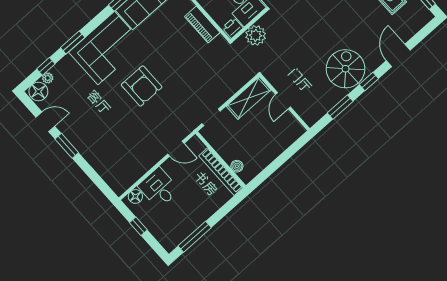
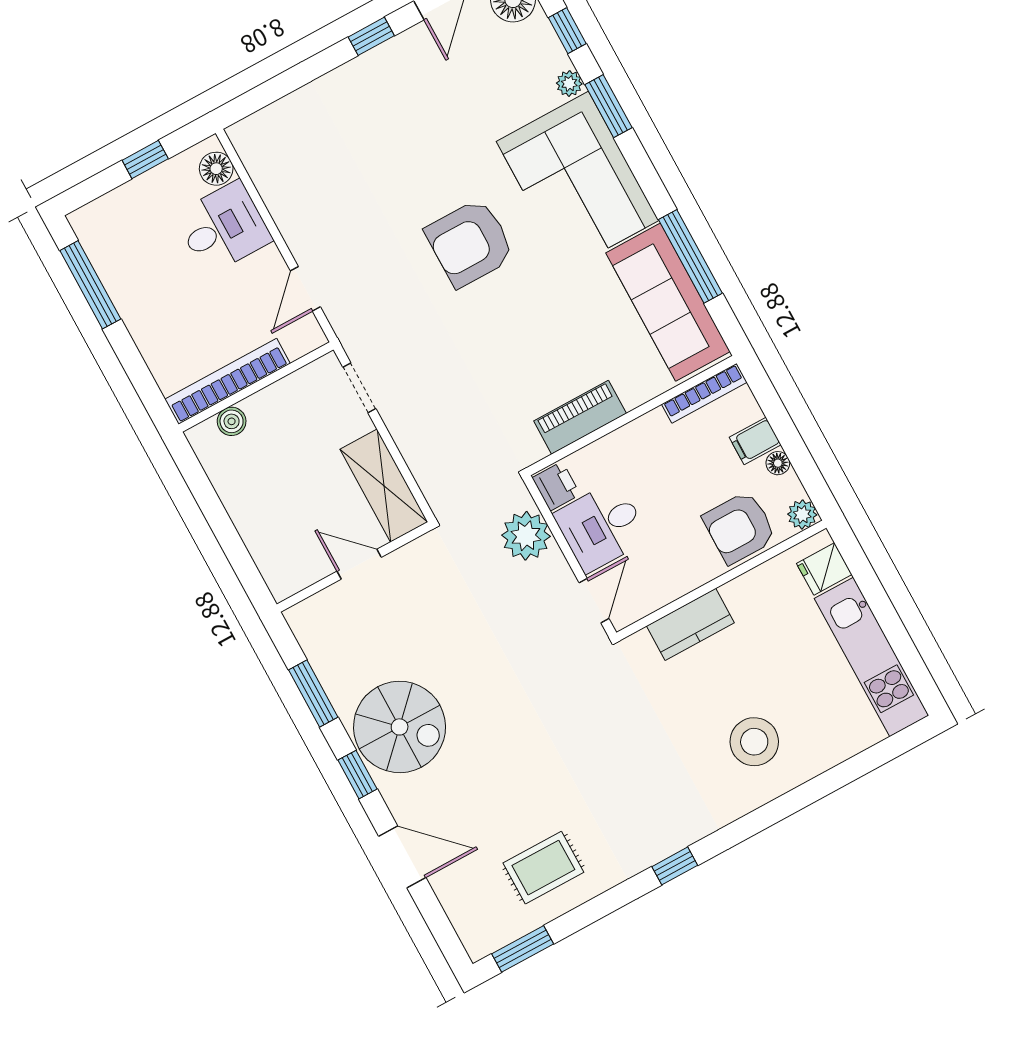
plant: (48, 78) -> (569, 83), moved
window: (67, 146) -> (371, 36), width x0.67

